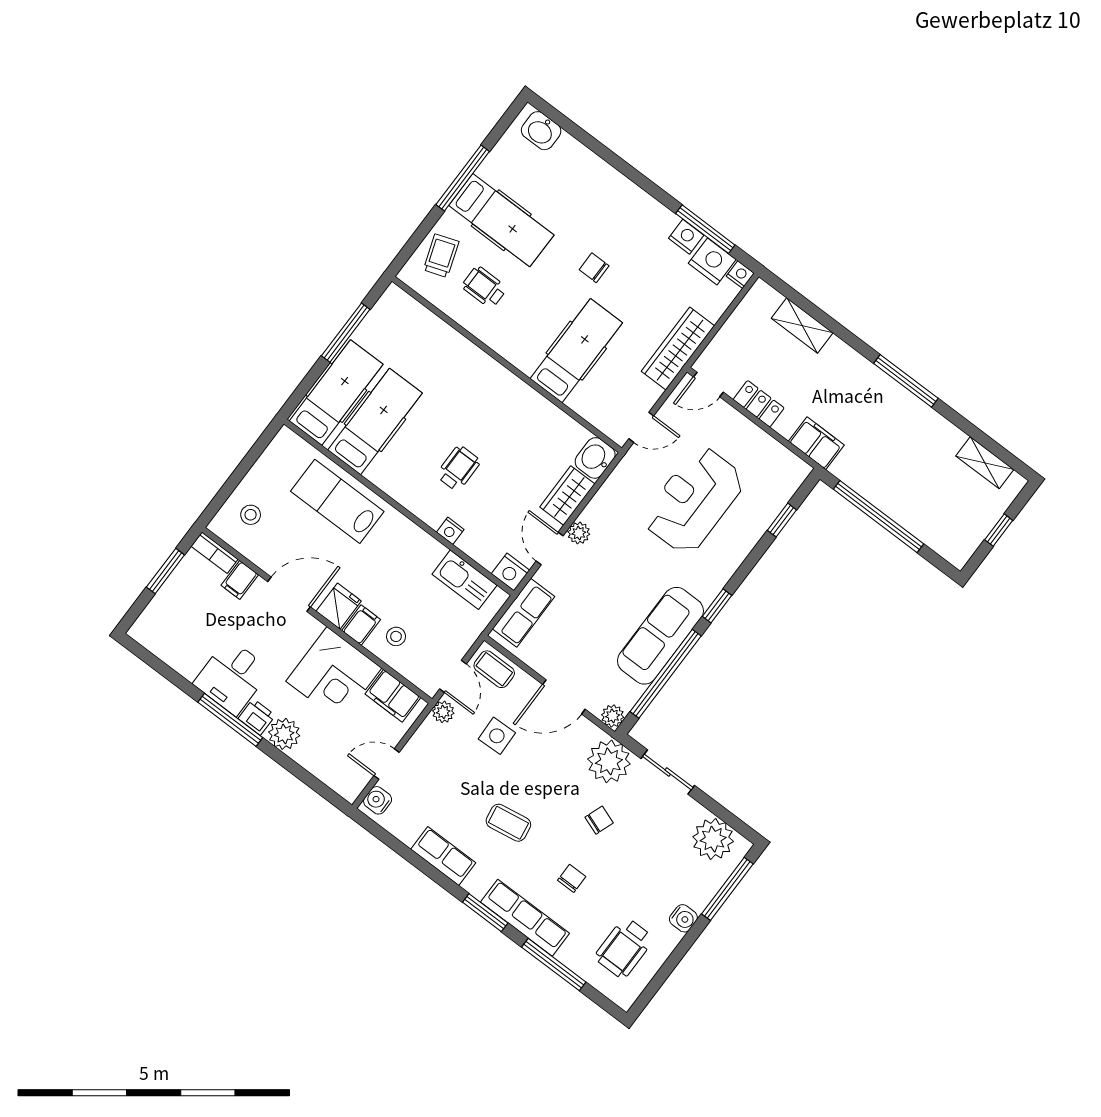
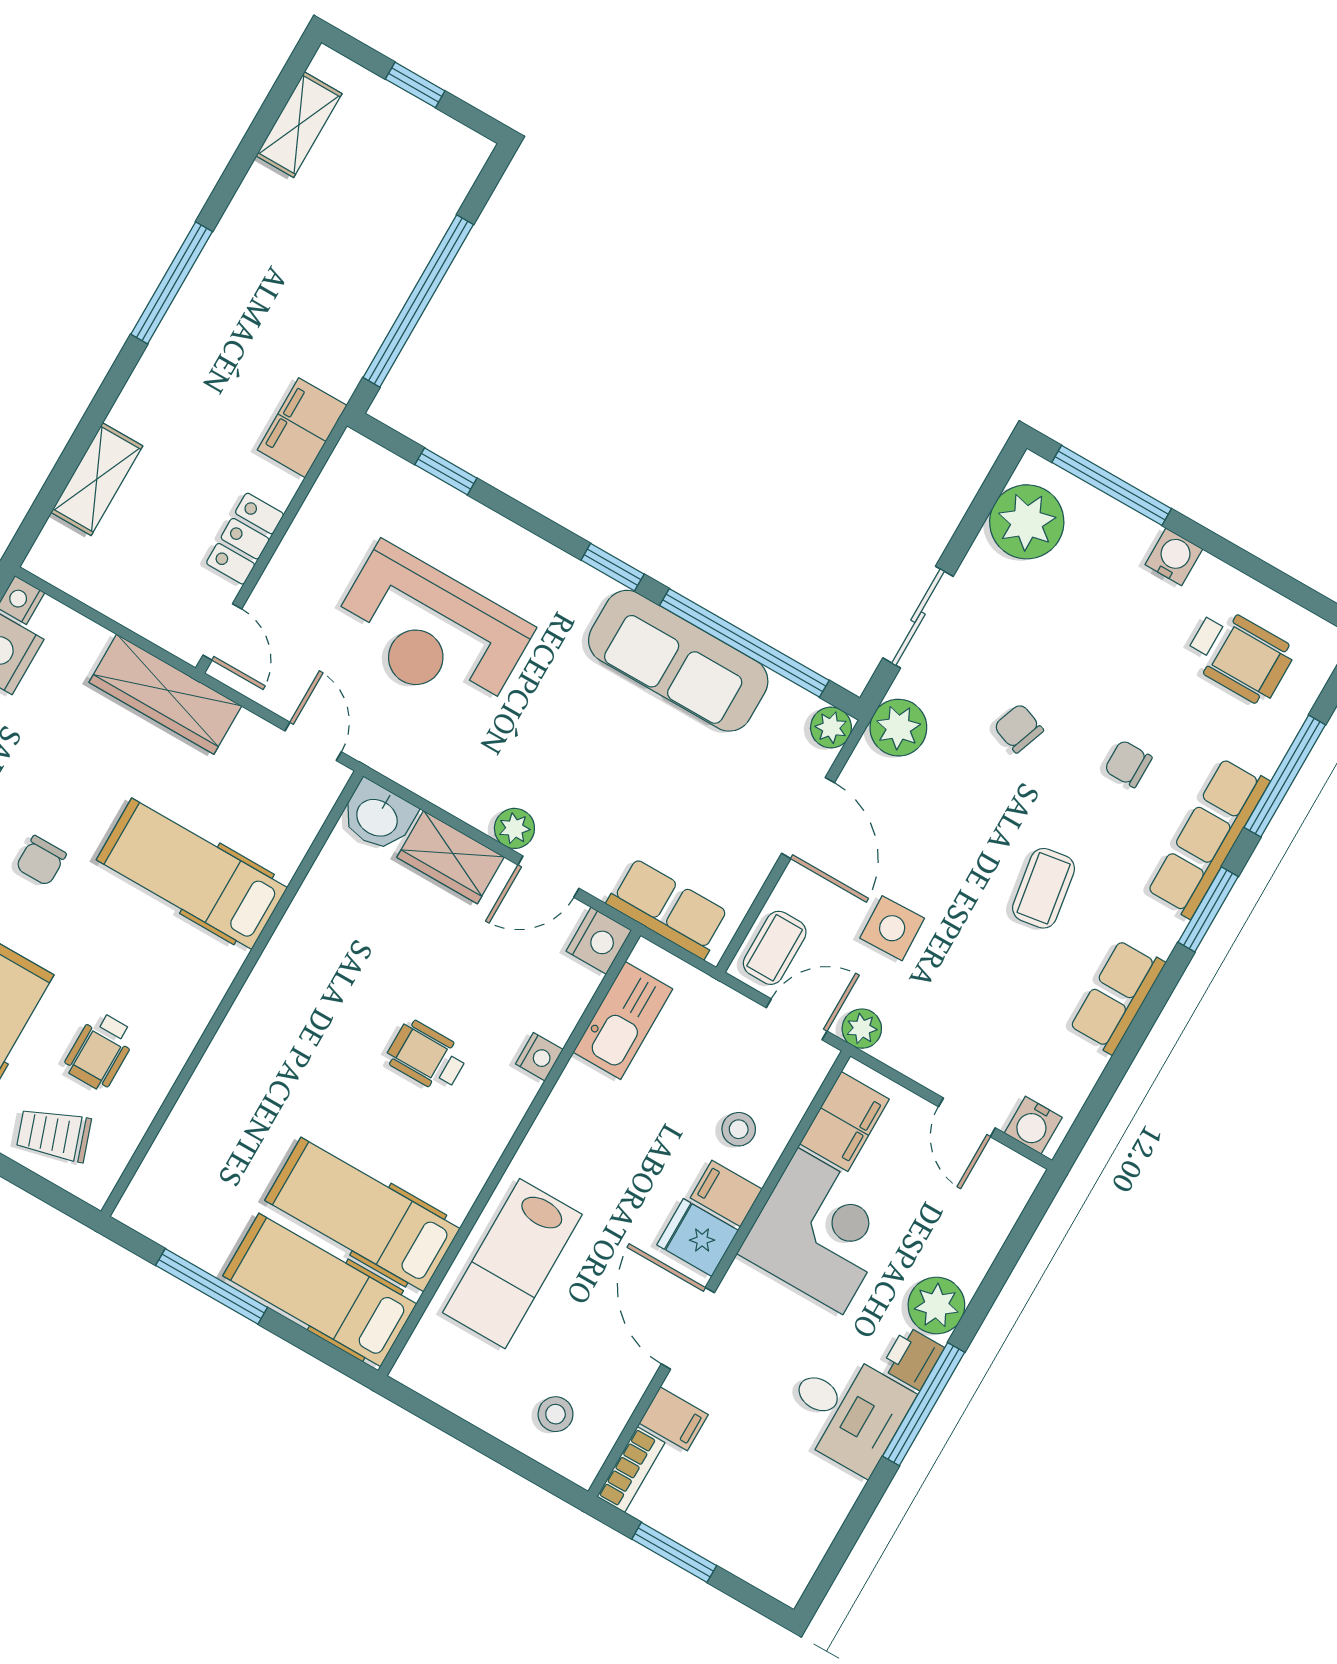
plant: (609, 761) -> (898, 728), width x0.73, depth x0.73

